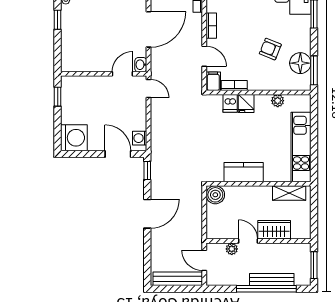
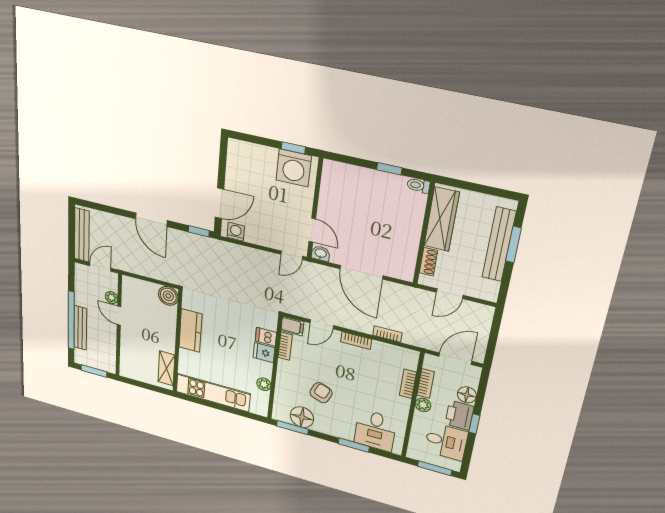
washing machine: (74, 138) -> (294, 168), moved
wardrobe: (274, 230) -> (130, 344), removed
door: (248, 241) -> (119, 316), swing flipped

